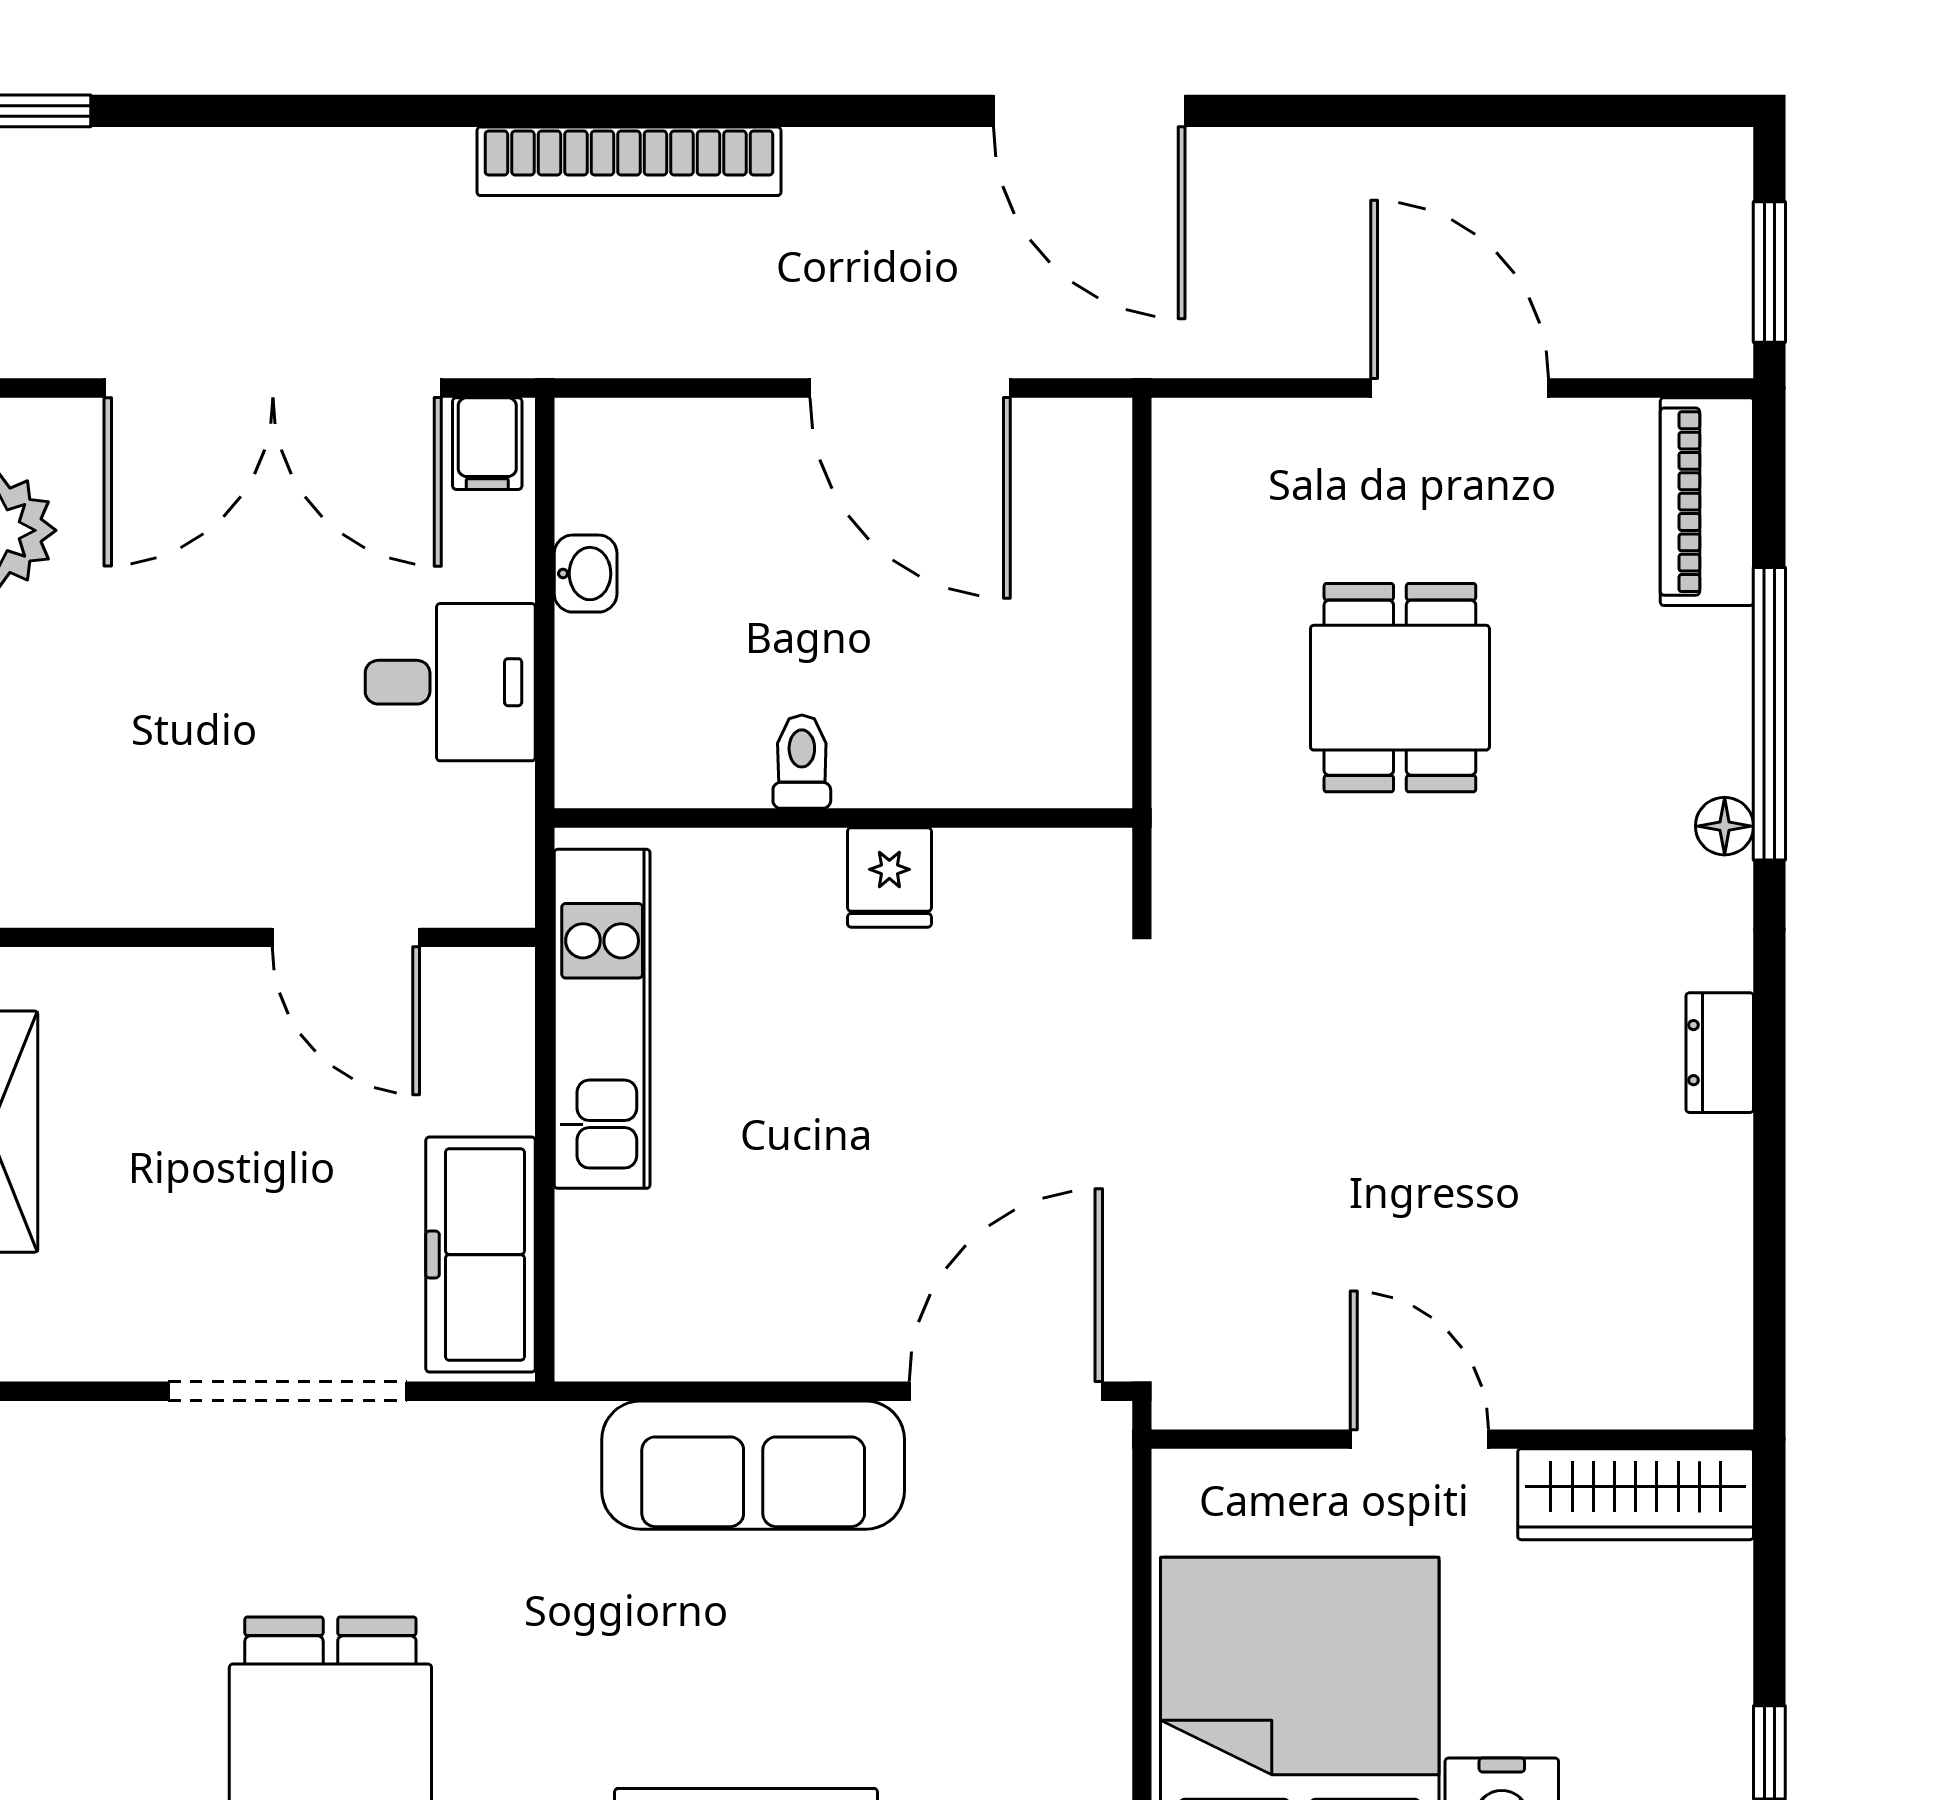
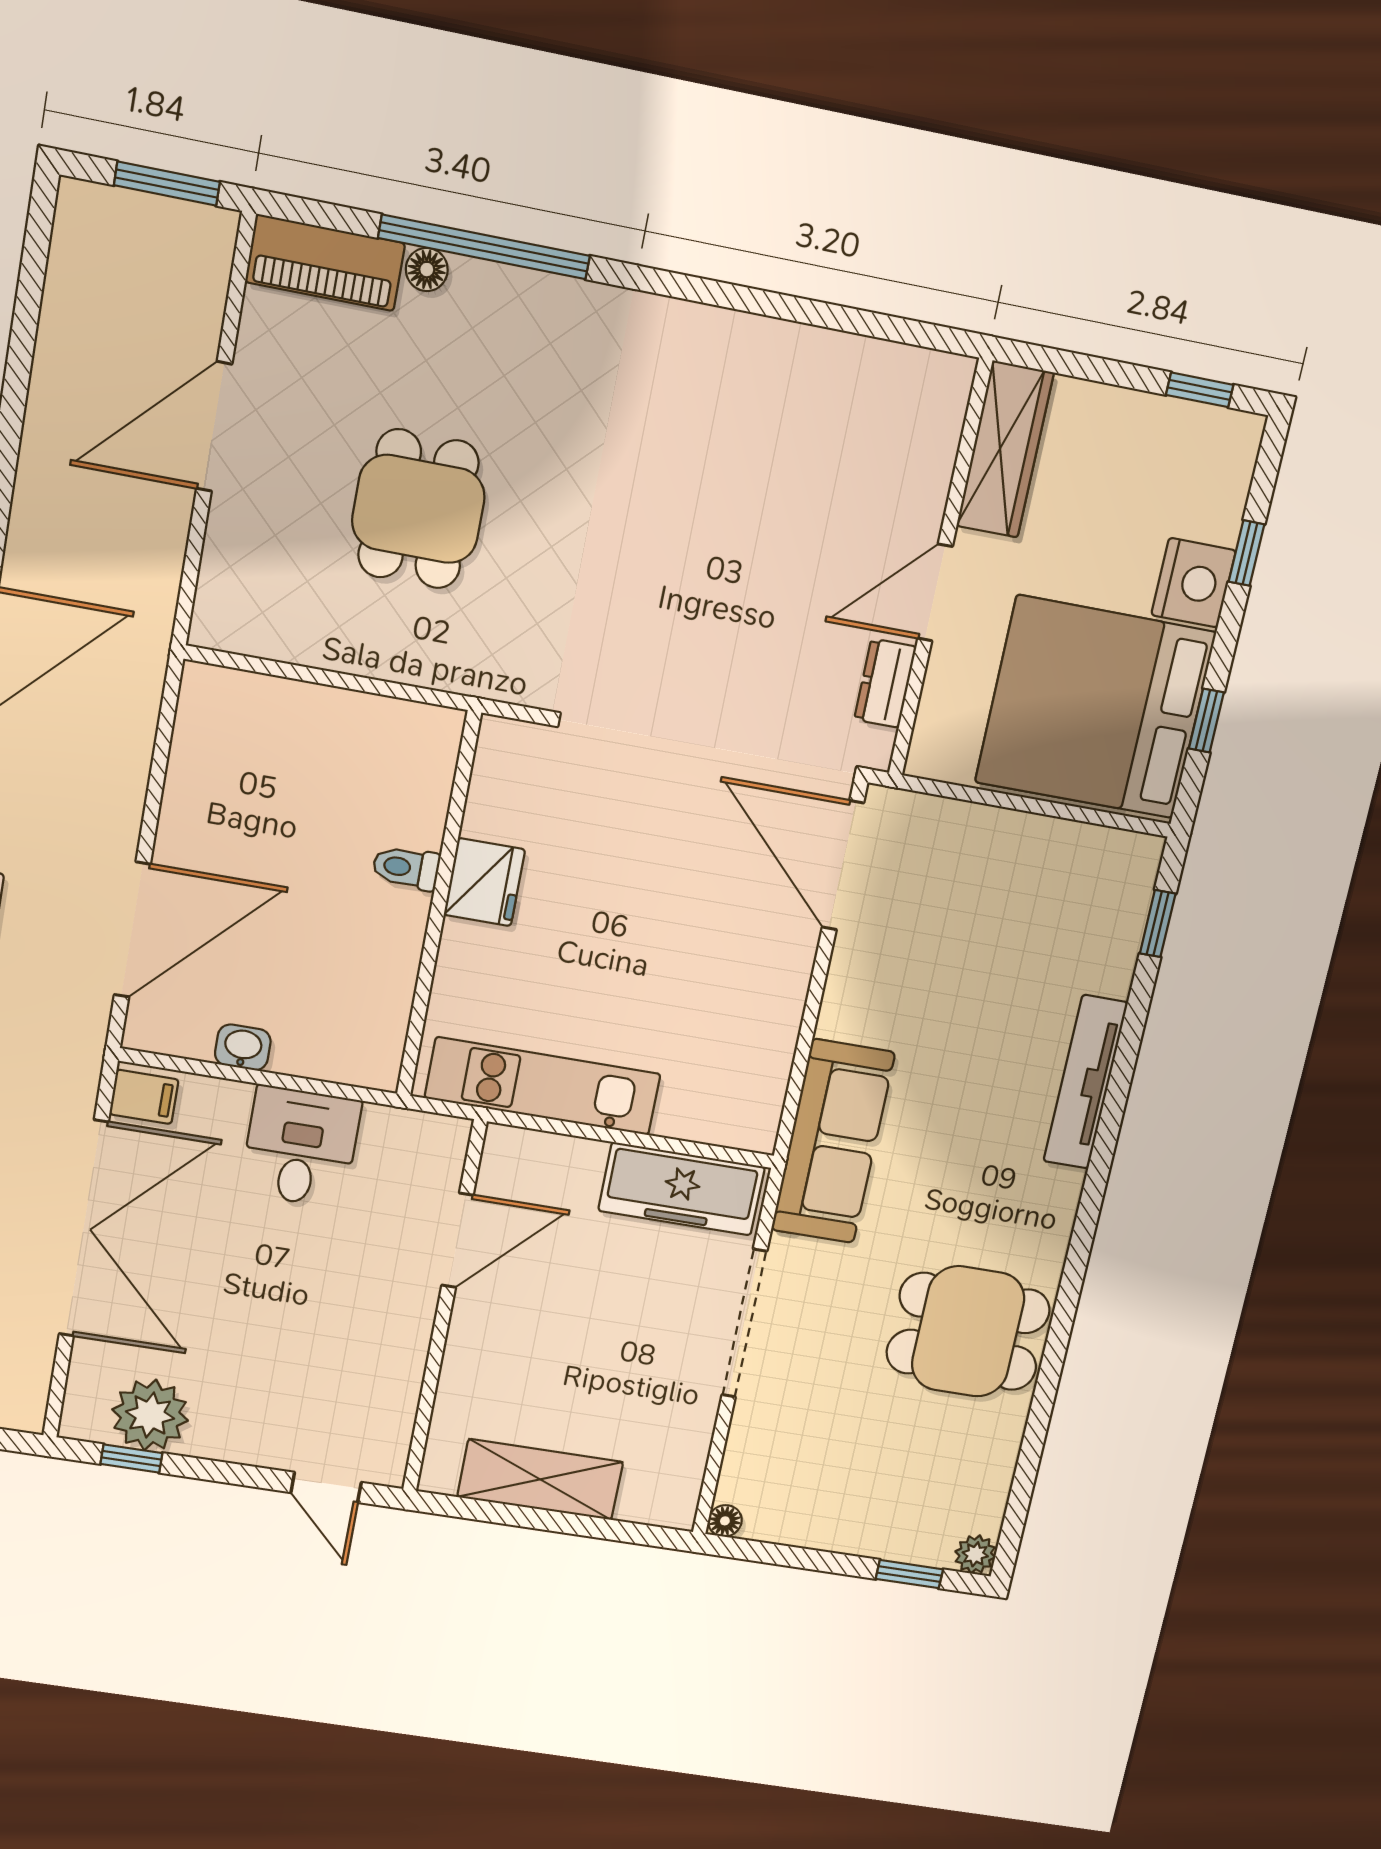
door: (910, 388) -> (132, 930), moved
dining table: (1400, 688) -> (418, 509), turned 90
toilet: (802, 762) -> (406, 868), moved
floor lamp: (1725, 826) -> (427, 270), moved
fridge: (889, 877) -> (484, 882), width x1.38
dresser: (1720, 1053) -> (885, 683), moved, turned 90
sofa: (753, 1465) -> (833, 1141), moved

